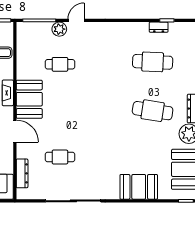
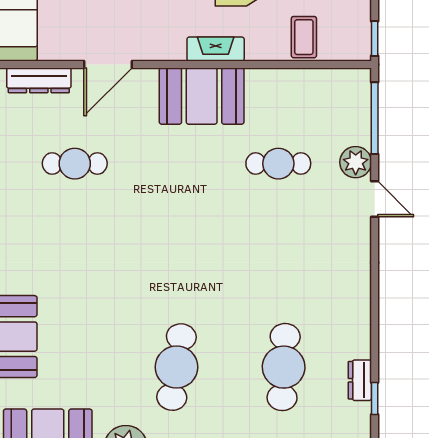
cafe table: (60, 64) -> (278, 164), turned 90
door: (15, 131) -> (108, 65), moved
cafe table: (60, 157) -> (75, 164), turned 90

